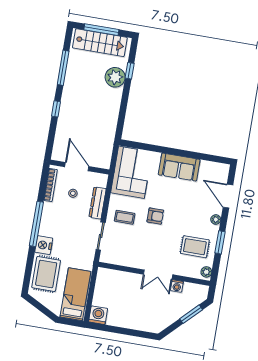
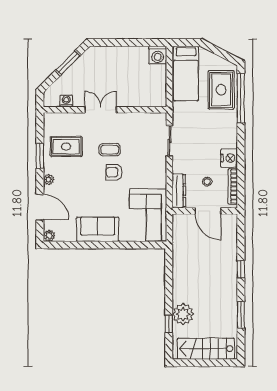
window: (101, 30) -> (207, 363), removed
window: (63, 68) -> (241, 315), width x0.69
dresser: (98, 203) -> (179, 191), moved
coffee table: (125, 217) -> (110, 150), moved
window: (36, 224) -> (241, 98), moved
nightstand: (44, 245) -> (229, 158), moved
plant: (206, 272) -> (49, 236), moved
washing machine: (177, 286) -> (66, 101), moved
window: (191, 314) -> (68, 63), moved

